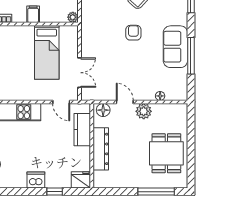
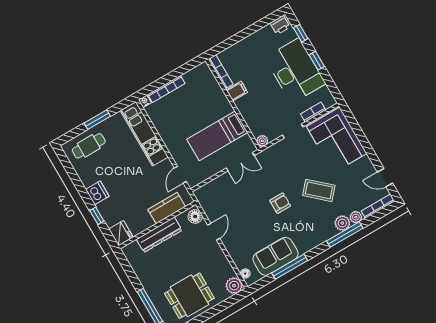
filing cabinet: (33, 14) -> (237, 91), moved
sofa: (175, 47) -> (275, 256), moved
double door: (79, 73) -> (240, 162), moved
floor lamp: (160, 96) -> (245, 273), moved
plant: (144, 111) -> (234, 286), moved

